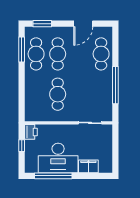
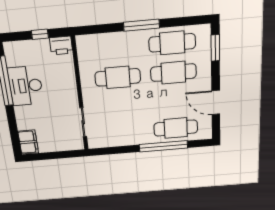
window: (22, 49) -> (141, 25), moved
window: (115, 85) -> (163, 146), moved
desk: (58, 158) -> (26, 86), width x0.73, depth x0.77
filing cabinet: (88, 166) -> (28, 142), moved

